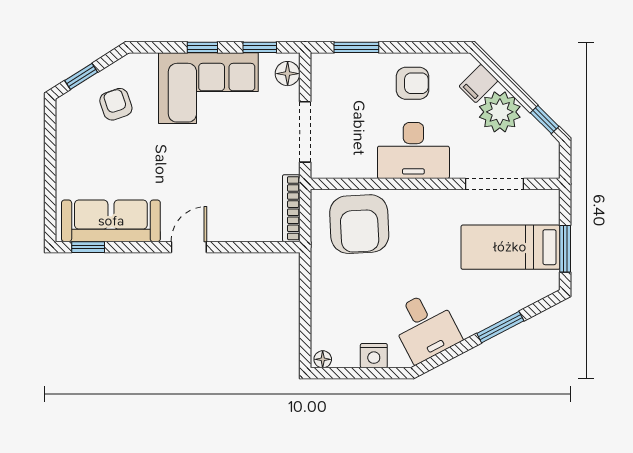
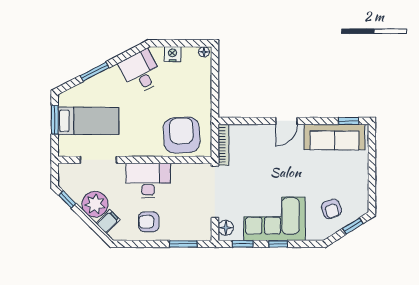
doorway: (305, 132) -> (215, 192), width x1.36

